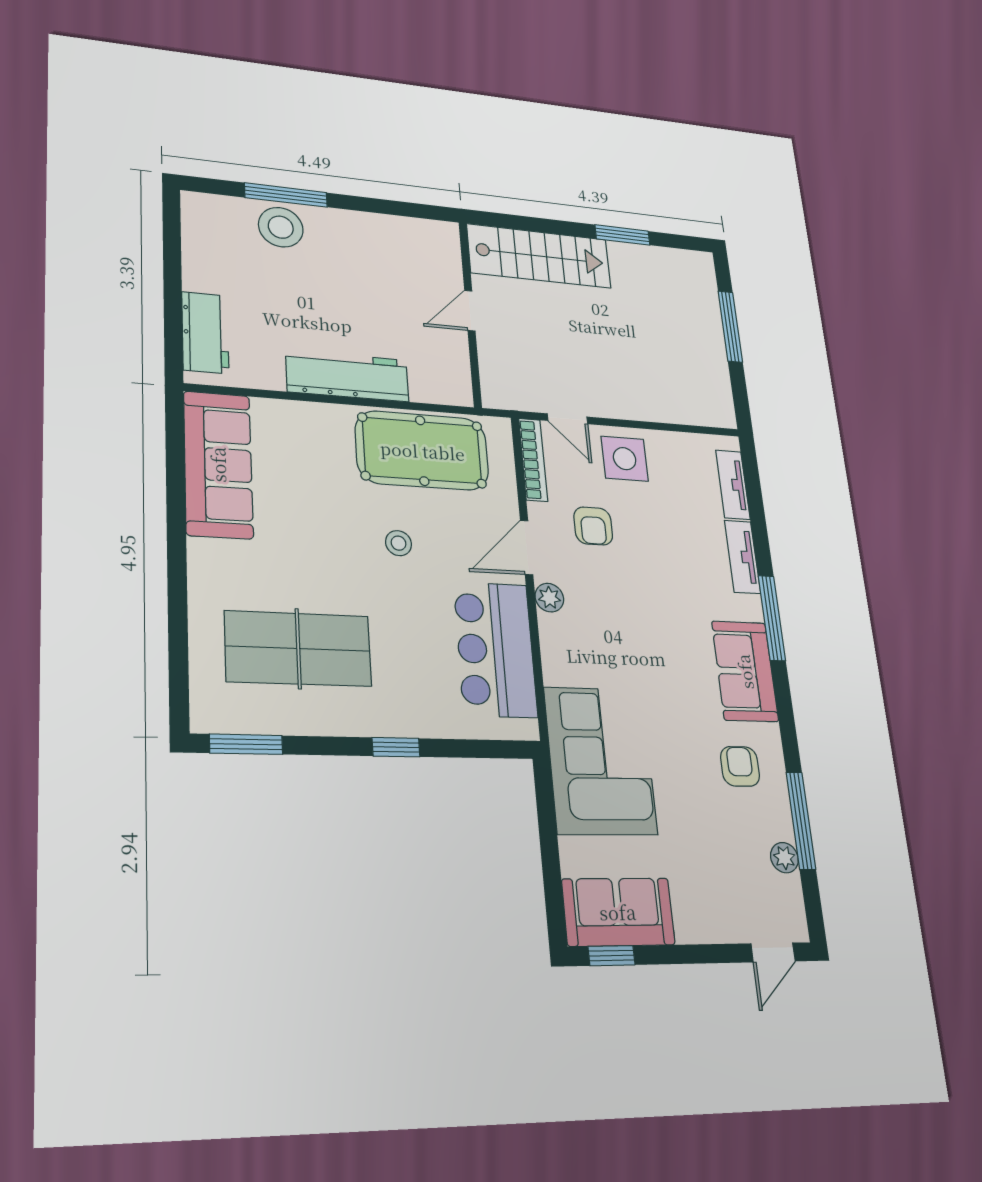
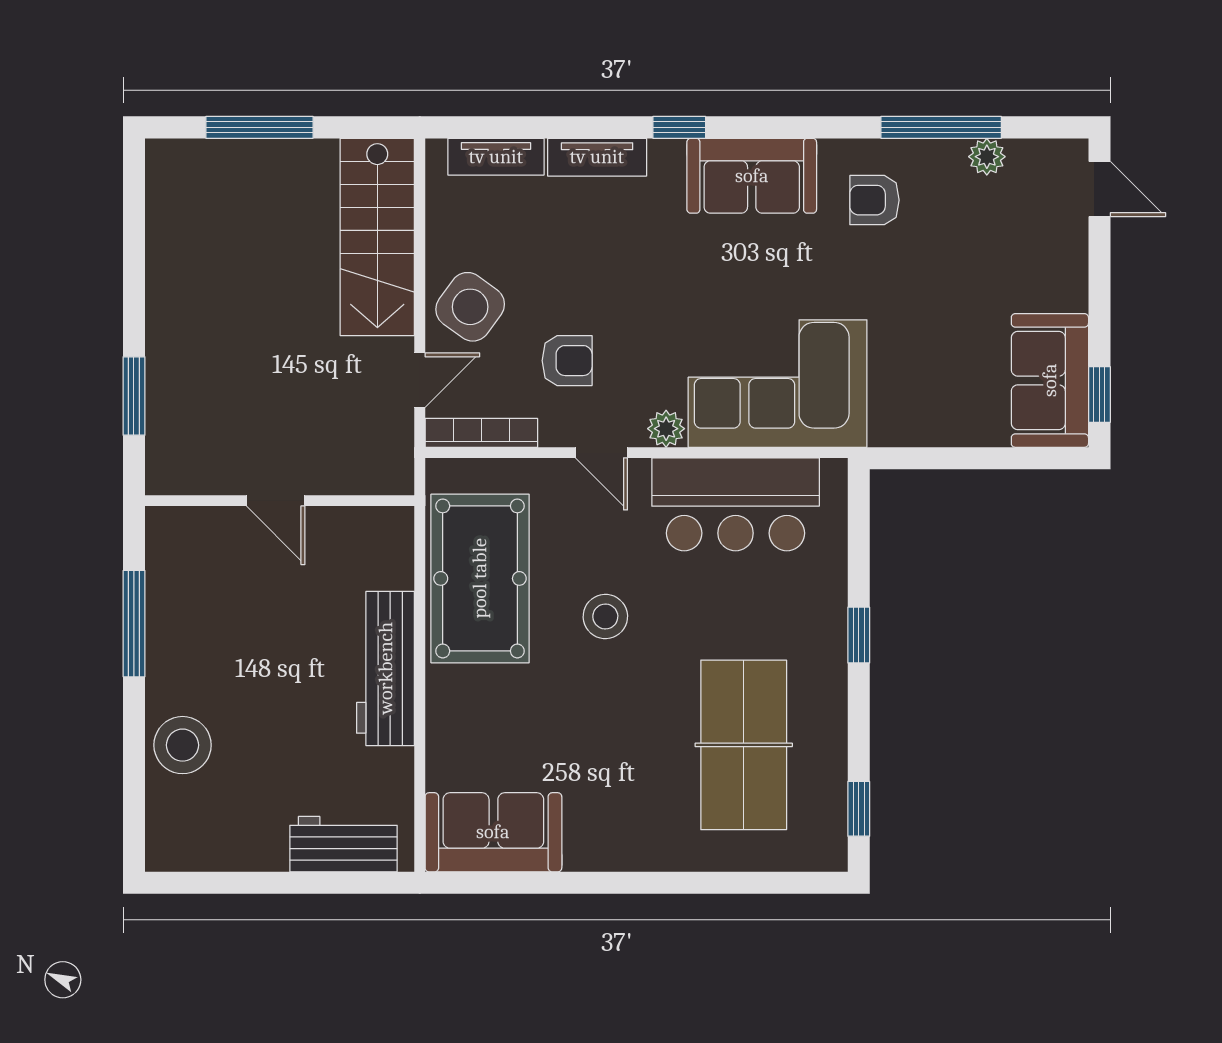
window: (286, 195) -> (134, 624), moved
window: (622, 235) -> (134, 396), moved
stairs: (539, 256) -> (377, 237), moved, turned 180
side table: (625, 459) -> (470, 307), turned 36
sofa: (218, 464) -> (493, 832), width x0.73
stool: (399, 543) -> (605, 617), width x1.37, depth x1.37
door: (527, 547) -> (601, 453), width x0.73
window: (772, 618) -> (679, 127), width x0.46
window: (246, 744) -> (859, 809), width x0.67
corner sofa: (600, 761) -> (778, 384), moved

